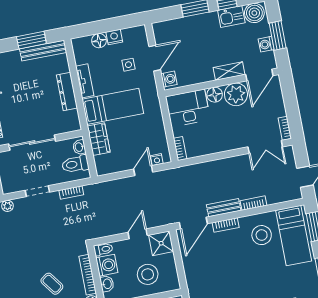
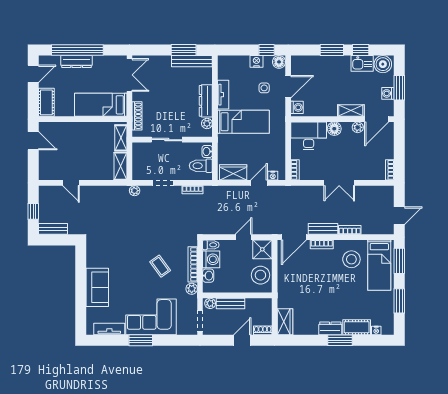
window: (123, 22) -> (267, 50), added
floor lamp: (99, 41) -> (279, 62), moved
plant: (236, 94) -> (358, 127), width x0.53, depth x0.53
plant: (73, 116) -> (207, 123), added
wardrobe: (99, 139) -> (233, 172), moved, turned -90
sliding door: (32, 143) -> (167, 140), width x0.73
double door: (265, 147) -> (339, 183), moved
stool: (148, 274) -> (260, 275), moved

